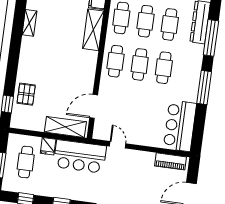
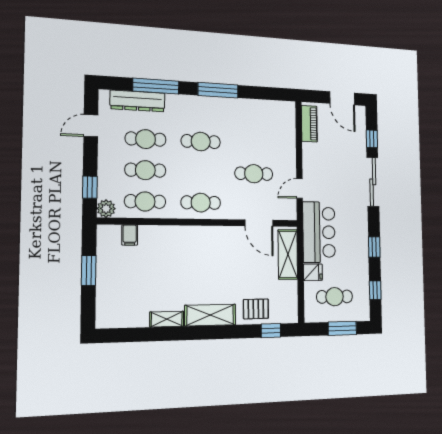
shelving: (93, 30) -> (210, 315), moved
cafe table: (140, 64) -> (254, 174), moved
bar counter: (180, 126) -> (267, 116), removed

